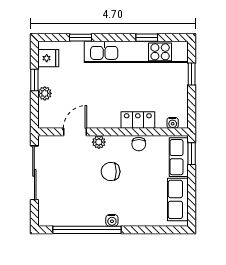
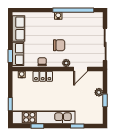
fridge: (48, 58) -> (97, 114), removed

